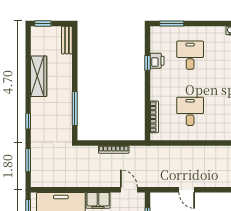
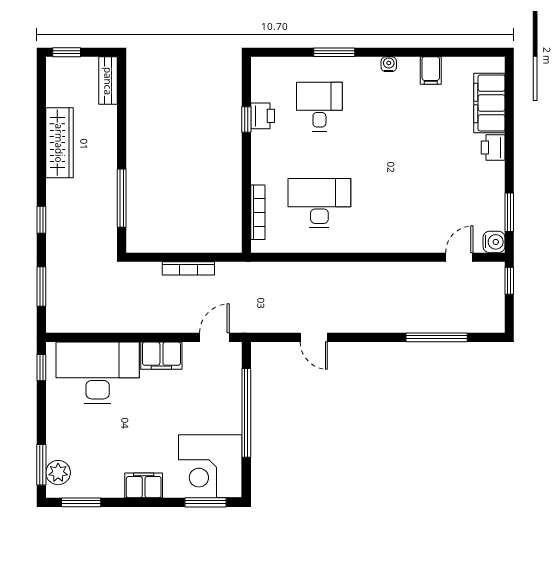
window: (172, 24) -> (334, 52), moved
desk: (190, 111) -> (319, 203), width x1.37
door: (129, 190) -> (214, 337), hinge flipped

